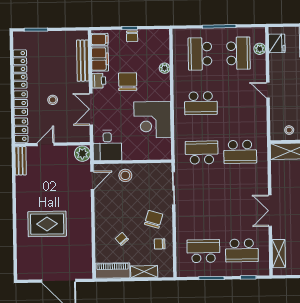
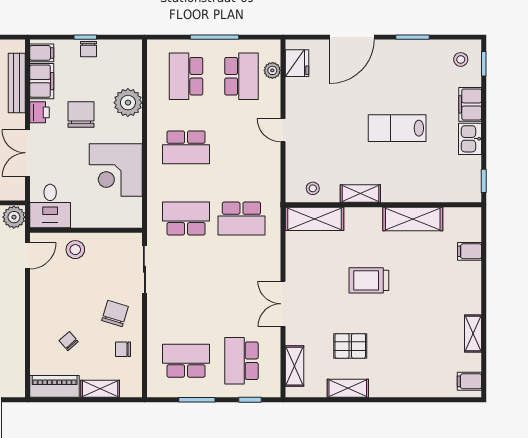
plant: (165, 68) -> (128, 103), width x1.87, depth x1.87
school desk: (242, 250) -> (241, 361), turned 90

